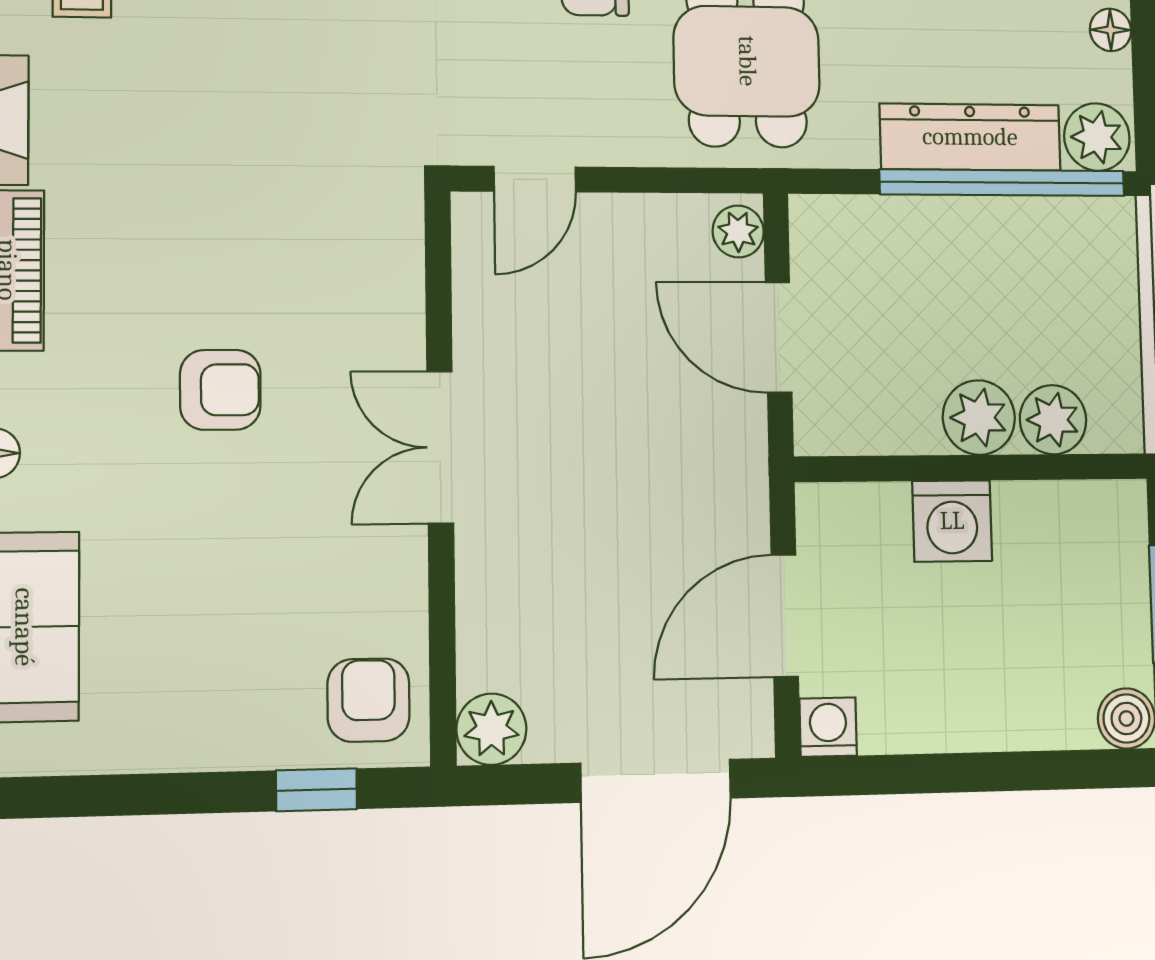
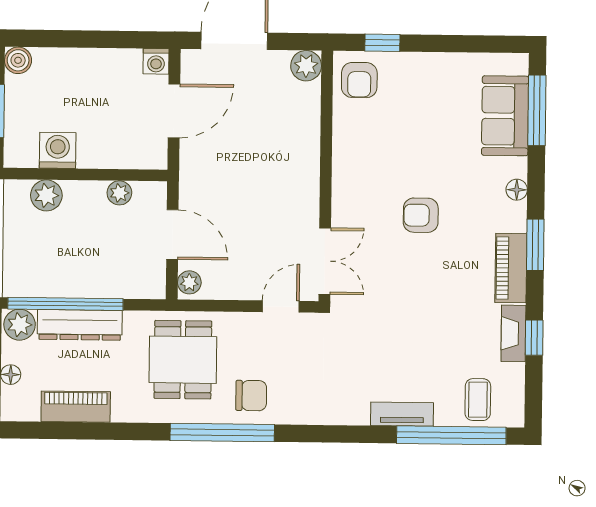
plant: (979, 418) -> (119, 193), moved, width x0.73, depth x0.73
double door: (440, 447) -> (325, 261), moved
washing machine: (952, 521) -> (58, 150), moved

